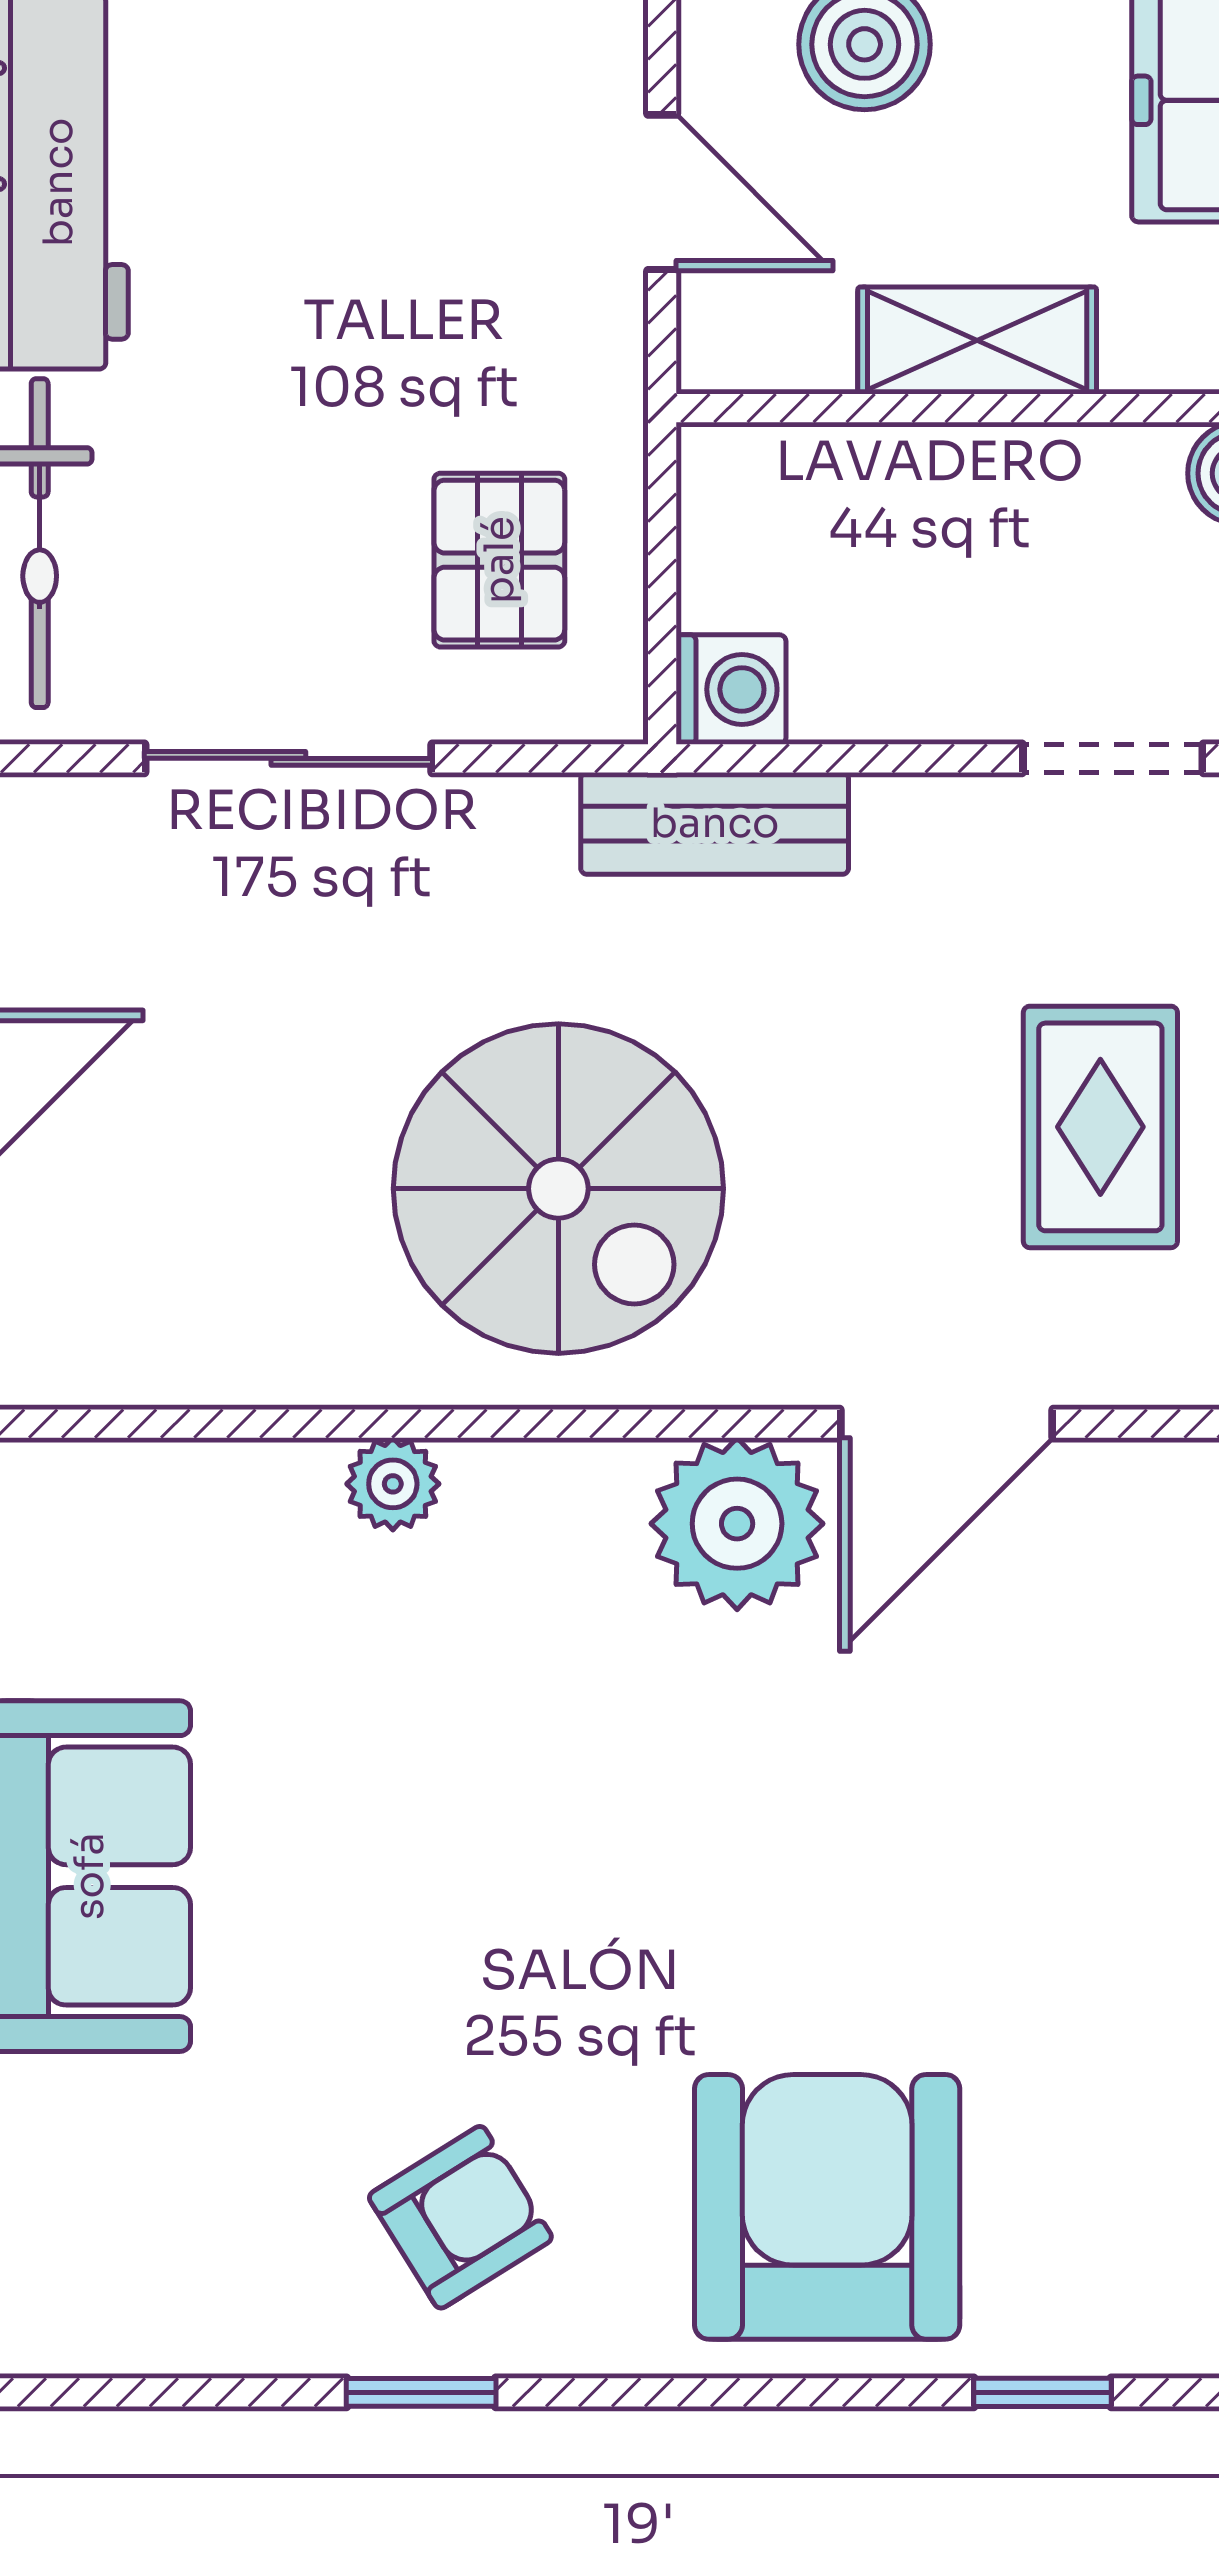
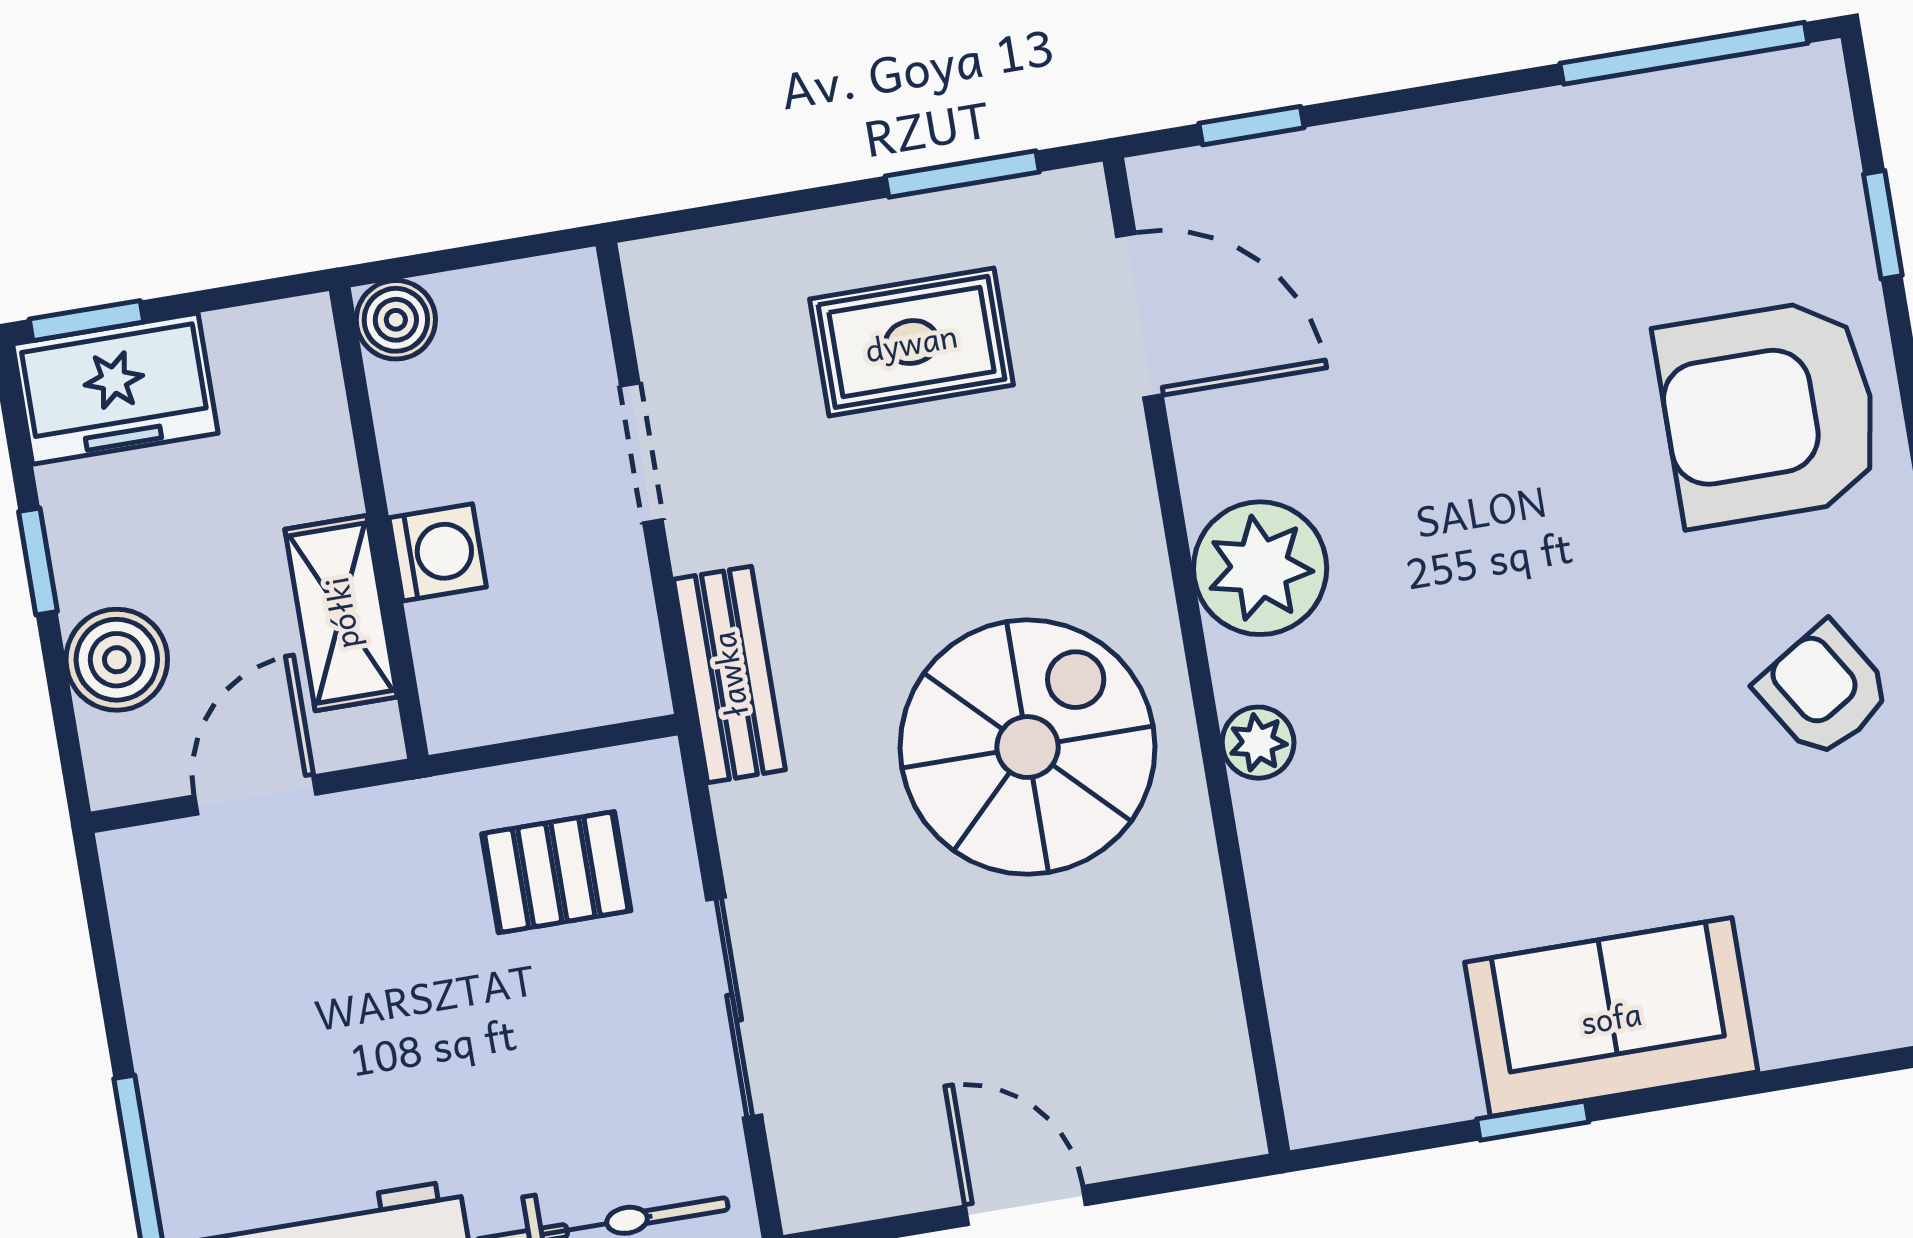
shelving: (977, 340) -> (341, 613), moved
washing machine: (731, 689) -> (438, 552), moved, turned 90
doorway: (1113, 758) -> (641, 453), moved
door: (947, 1424) -> (1139, 316), moved
plant: (393, 1484) -> (1258, 743), moved

